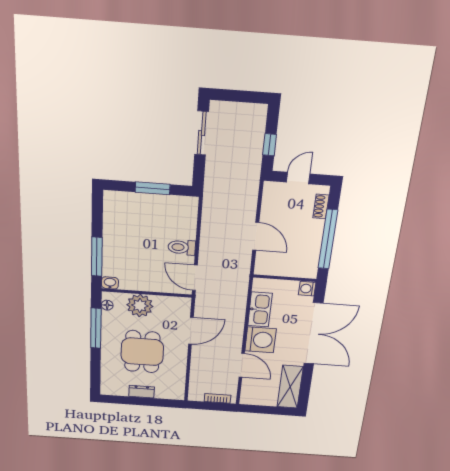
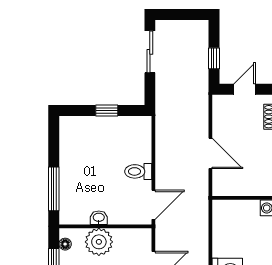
window: (153, 188) -> (107, 111), width x0.67
door: (195, 278) -> (153, 205), swing flipped
washbasin: (110, 283) -> (99, 218), moved
kitchen sink: (260, 309) -> (223, 236), removed

